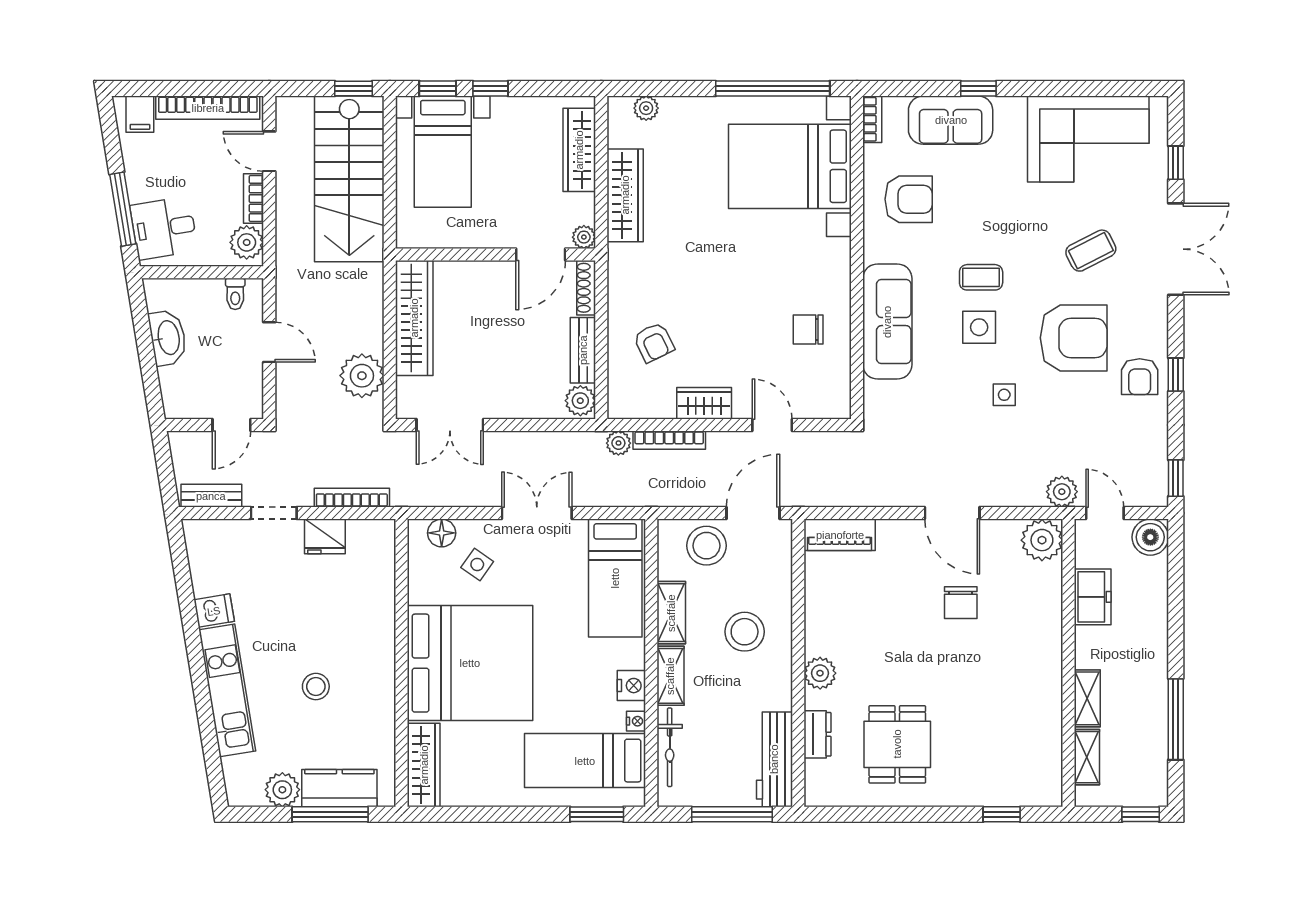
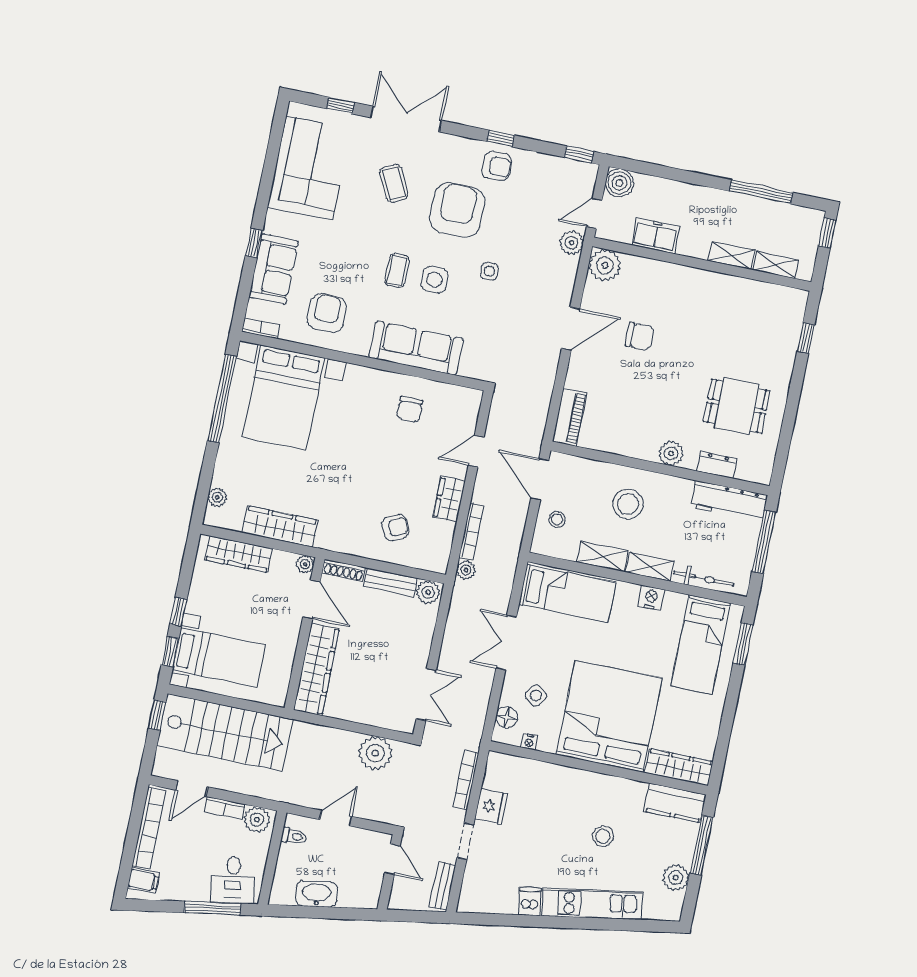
wardrobe: (414, 318) -> (317, 669), moved, turned 90
stool: (706, 546) -> (557, 519), width x0.53, depth x0.53
nightstand: (636, 721) -> (529, 742), moved, turned 180
kitchen counter: (339, 788) -> (675, 803), moved, turned -90

